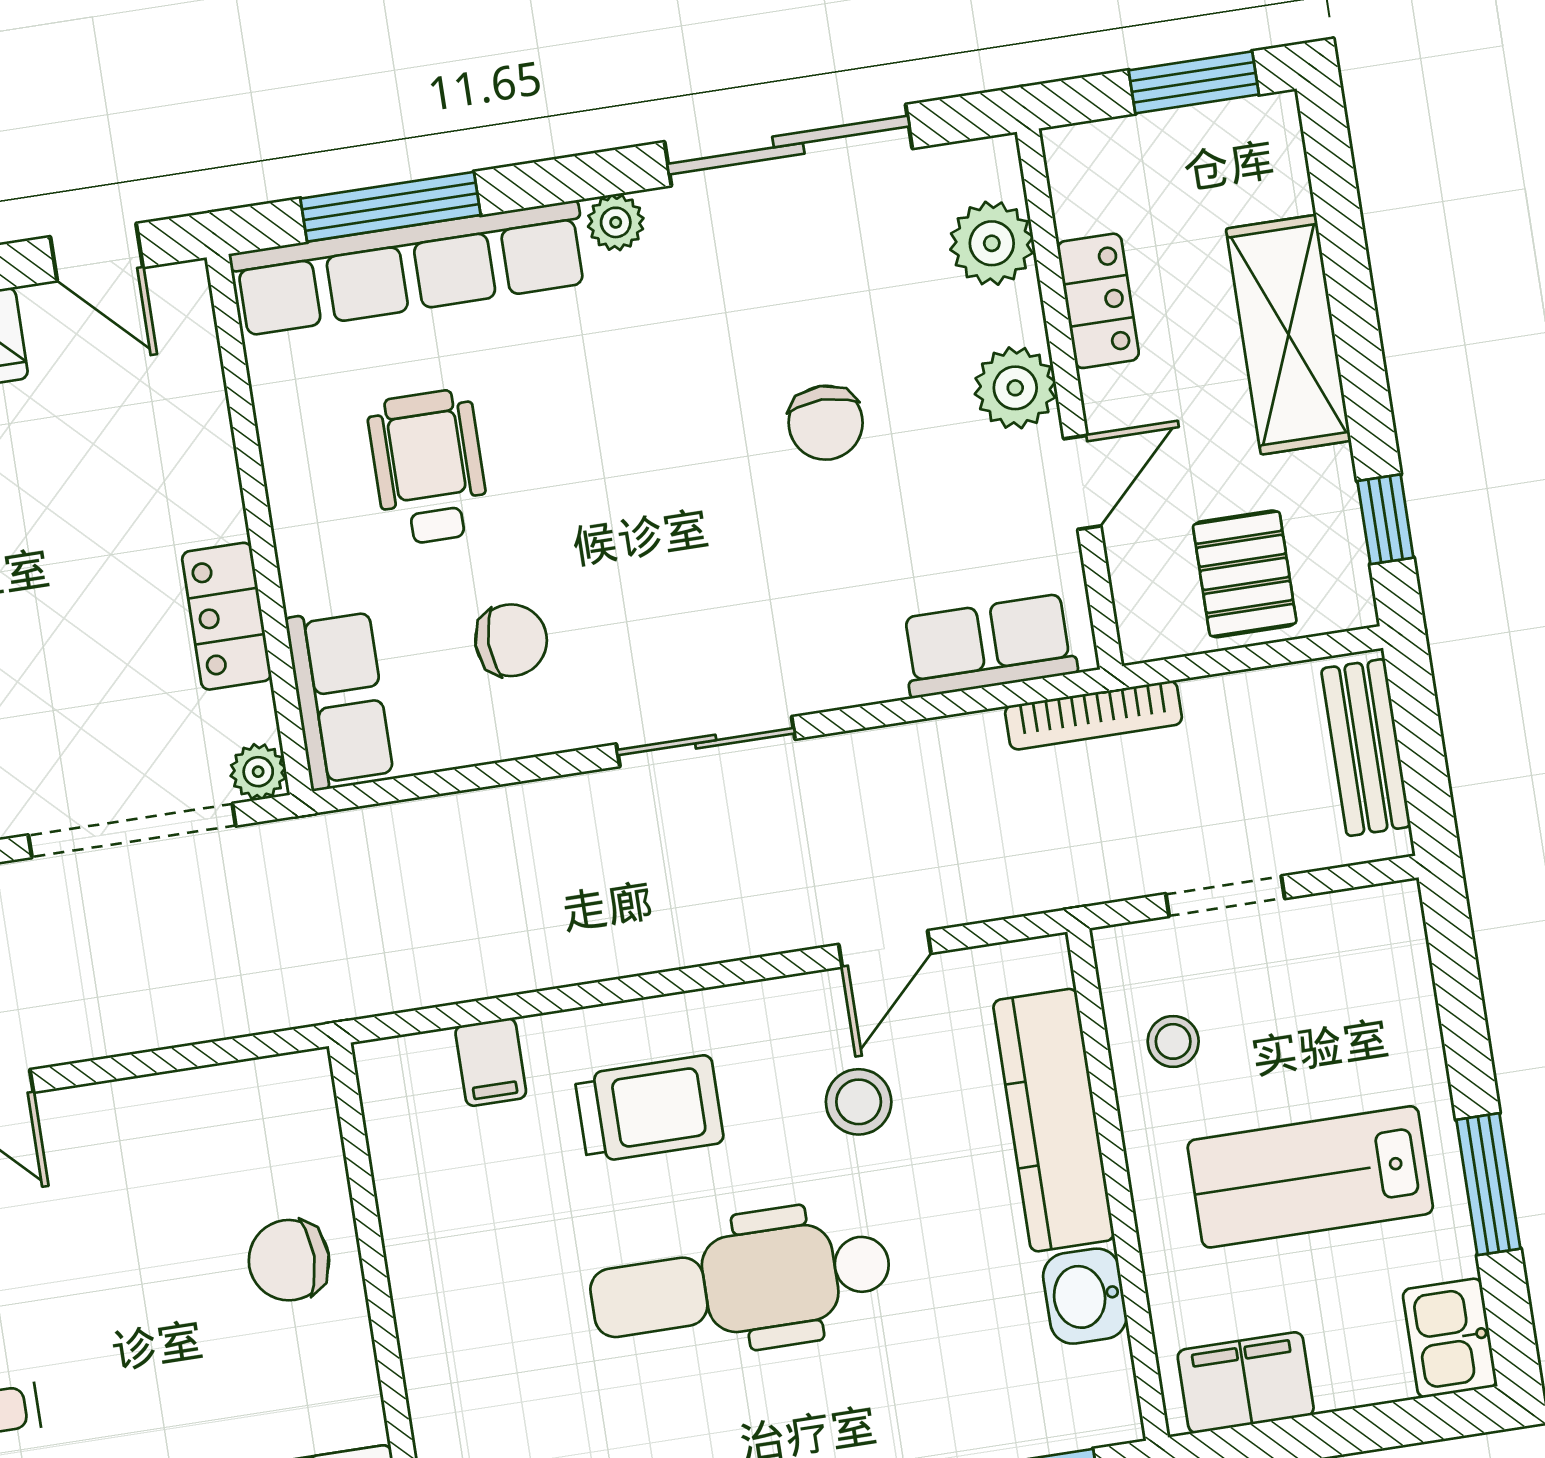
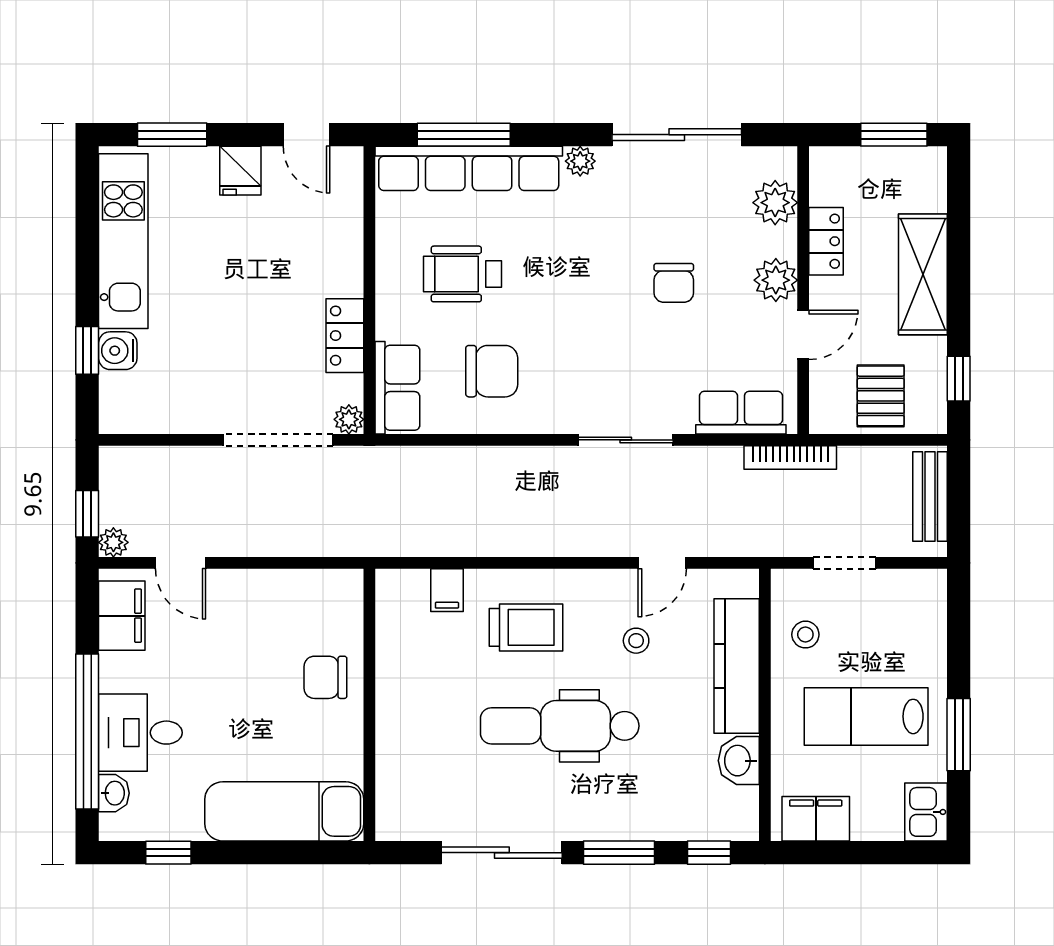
wheelchair: (428, 467) -> (463, 274), turned -90
chair: (511, 640) -> (492, 371), width x1.37, depth x1.37
sliding door: (706, 742) -> (626, 440), moved
stool: (859, 1102) -> (636, 641), width x0.73, depth x0.73

